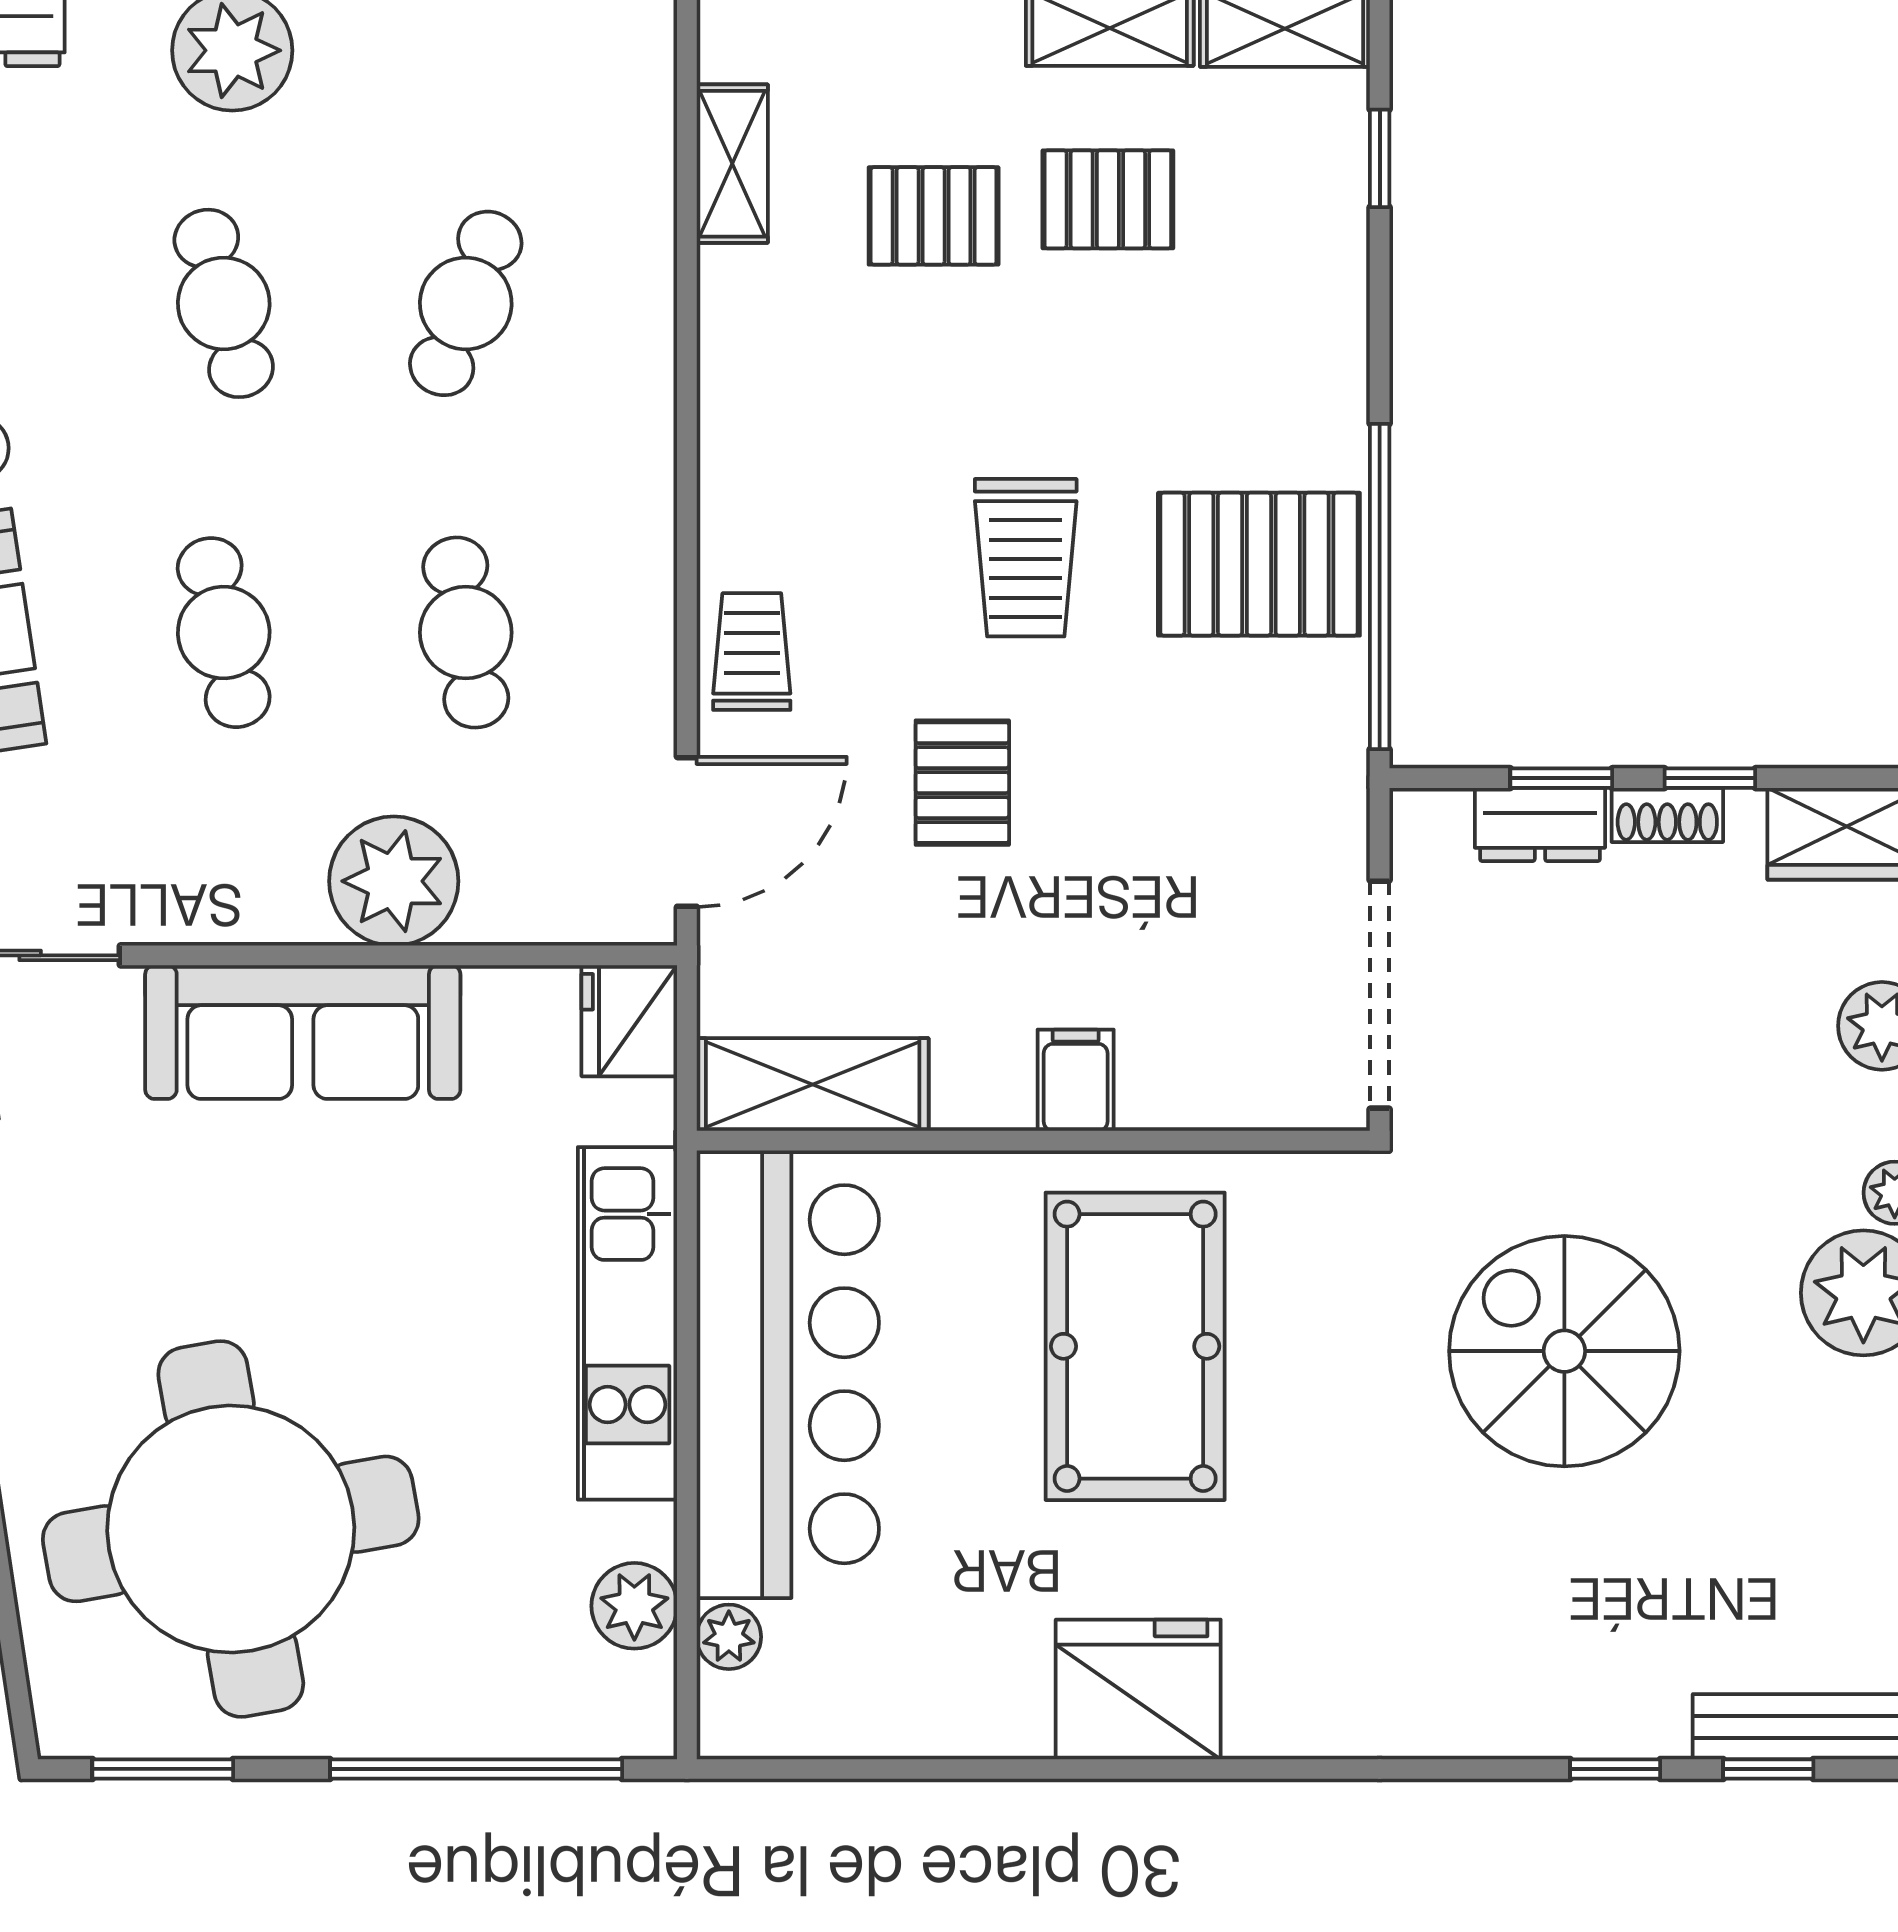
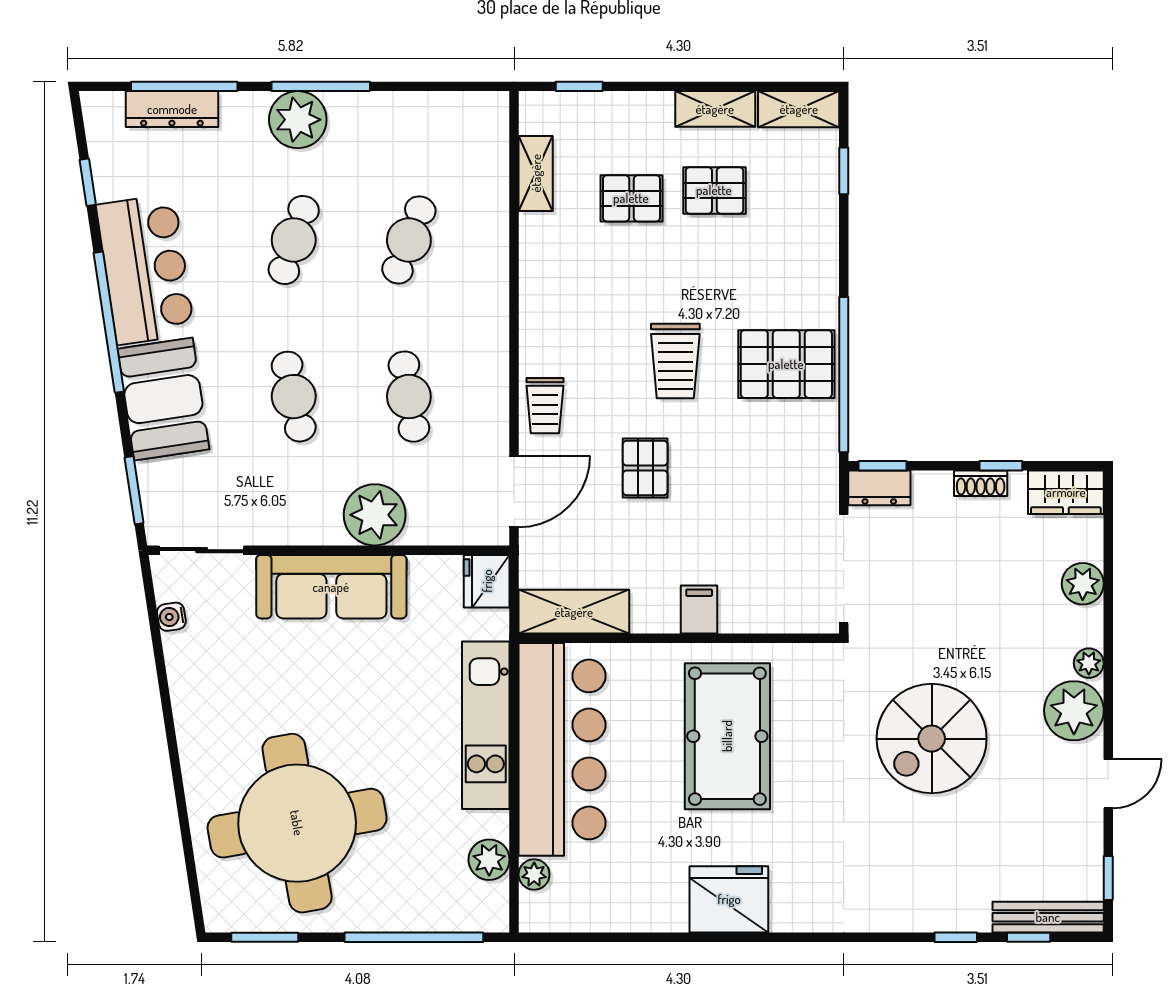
cafe table: (224, 303) -> (294, 240), turned 33
trolley: (752, 652) -> (545, 406), turned 180
window: (1561, 778) -> (882, 466), moved
dresser: (1540, 824) -> (879, 488), moved
spiral stairs: (1564, 1351) -> (932, 739), turned -90

